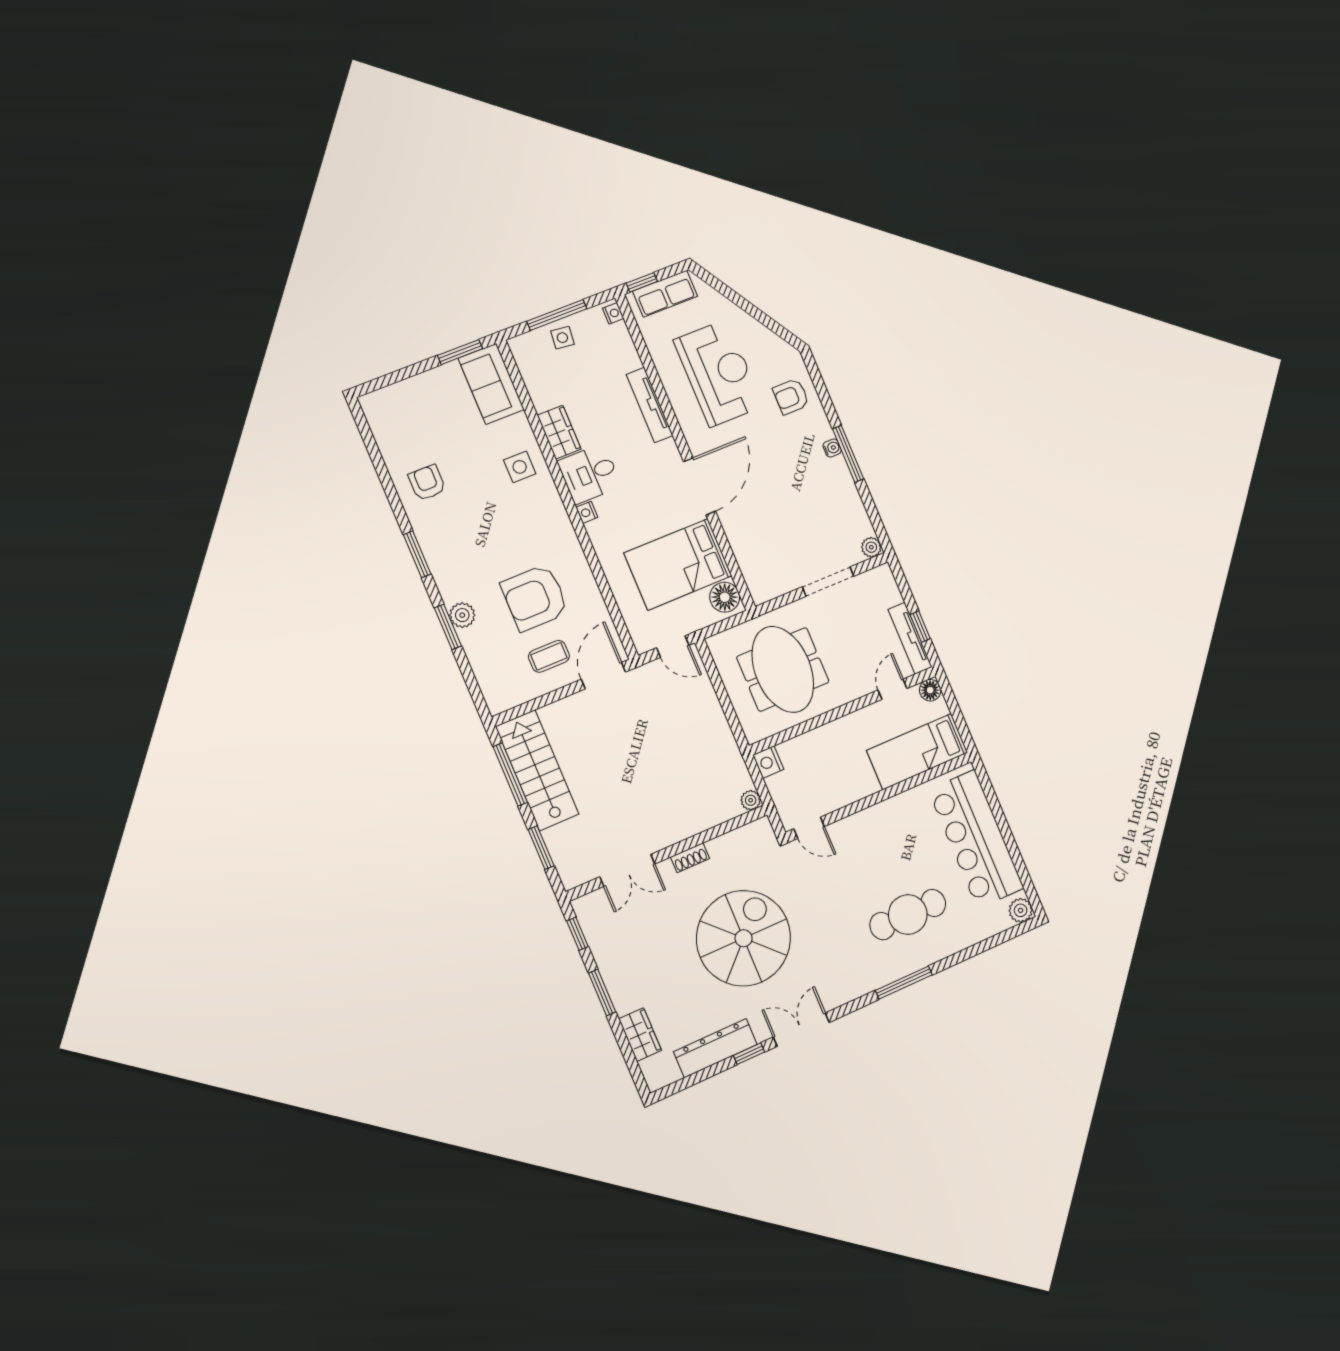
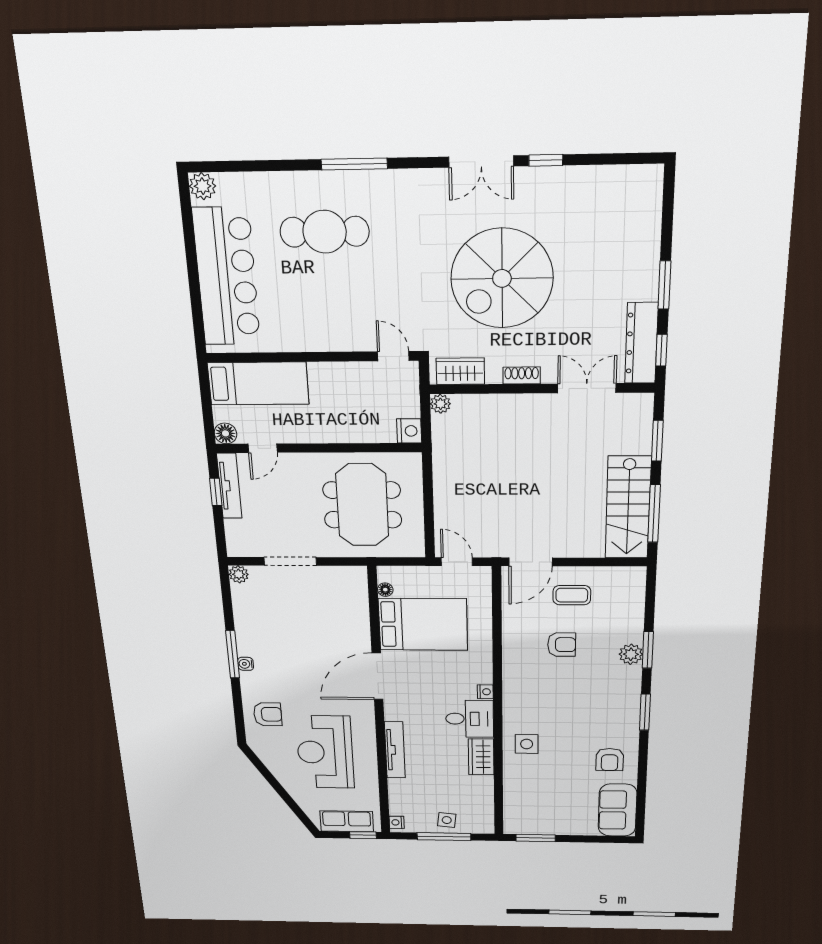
sofa: (491, 384) -> (618, 810), moved, turned 180
floor lamp: (725, 597) -> (385, 590), width x0.53, depth x0.53
armchair: (535, 598) -> (562, 645), width x0.53, depth x0.53
wardrobe: (640, 1035) -> (460, 371), moved, turned 90
dresser: (715, 1048) -> (641, 343), moved, turned 90

